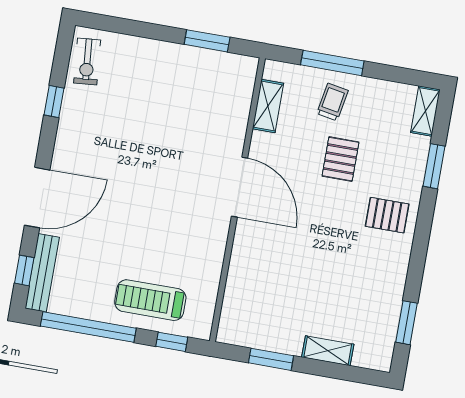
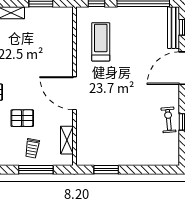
exercise bike: (87, 62) -> (168, 120), moved
pallet: (340, 159) -> (22, 118), turned 90
treadmill: (150, 300) -> (101, 42), moved, turned -90

